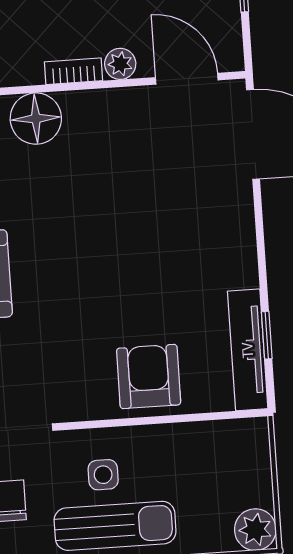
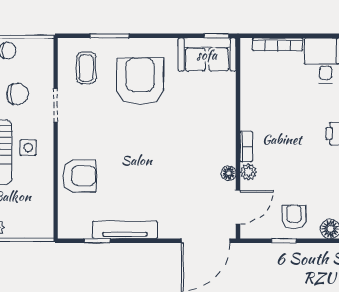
floor lamp: (36, 119) -> (229, 173), moved, width x0.53, depth x0.53
tv unit: (248, 350) -> (125, 230), moved

